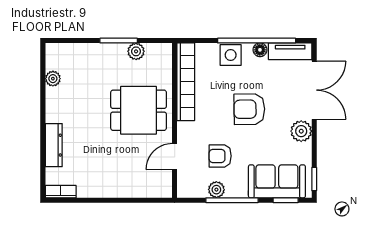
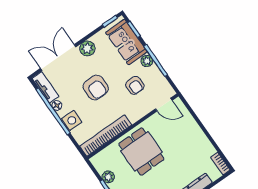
door: (175, 157) -> (164, 105), moved
plant: (216, 190) -> (147, 61), moved

